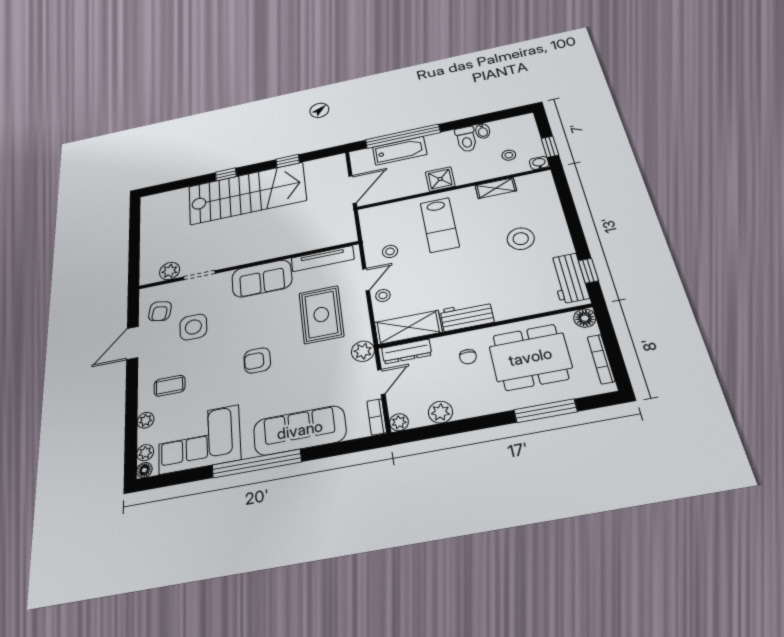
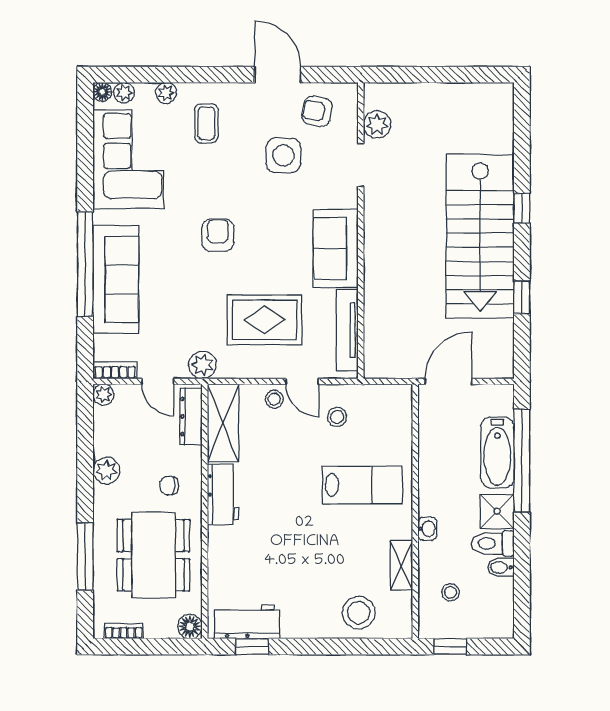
washbasin: (539, 163) -> (427, 529), moved
shower: (440, 179) -> (497, 511), moved
door: (353, 189) -> (448, 381), swing flipped
lab bench: (440, 225) -> (362, 485), turned 180
stool: (521, 239) -> (359, 613), moved
bookcase: (601, 359) -> (124, 631), width x0.64
plant: (440, 412) -> (106, 471), moved
window: (257, 464) -> (85, 264), moved

